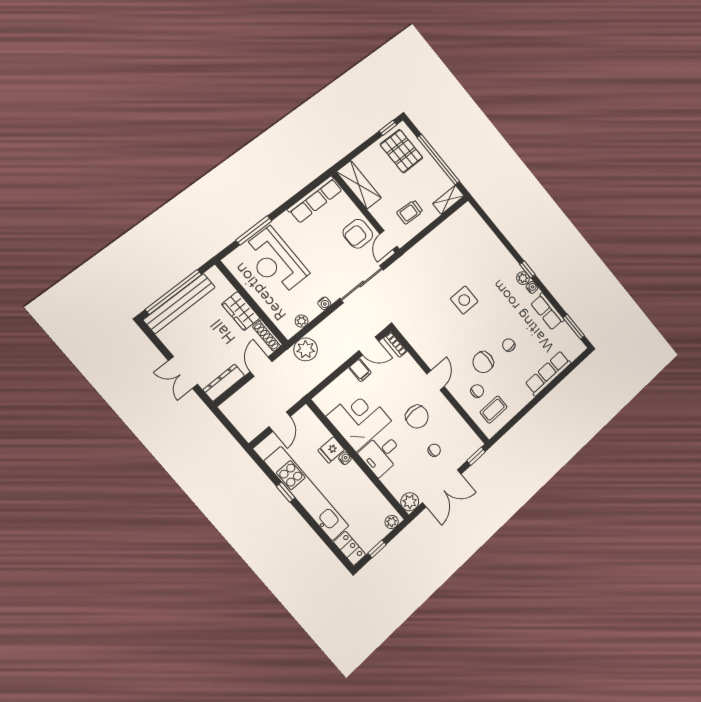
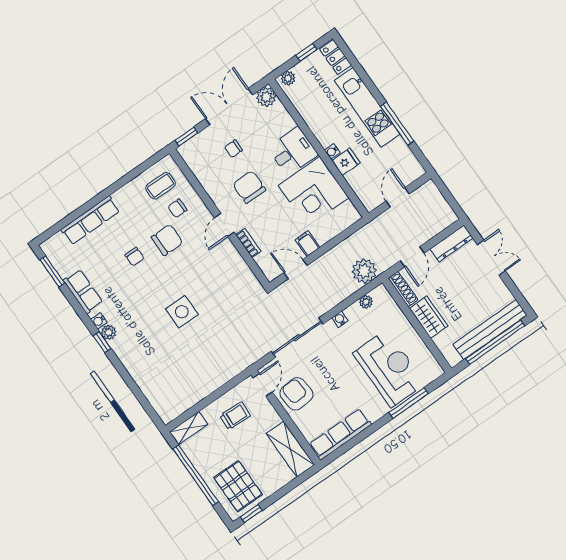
armchair: (358, 234) -> (296, 394), turned -94
bookcase: (395, 345) -> (248, 243), moved
window: (286, 492) -> (397, 124), width x2.17
kitchen unit: (307, 494) -> (367, 107), width x0.73

